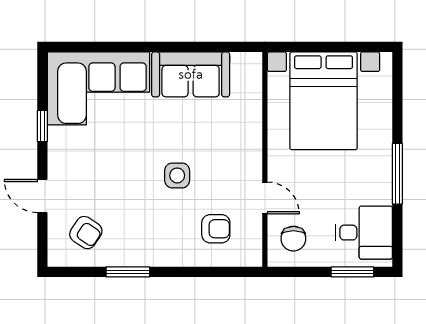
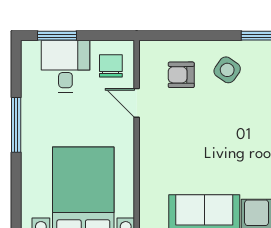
side table: (177, 175) -> (227, 70), moved, turned 35
desk: (364, 233) -> (65, 66), moved, turned 90

